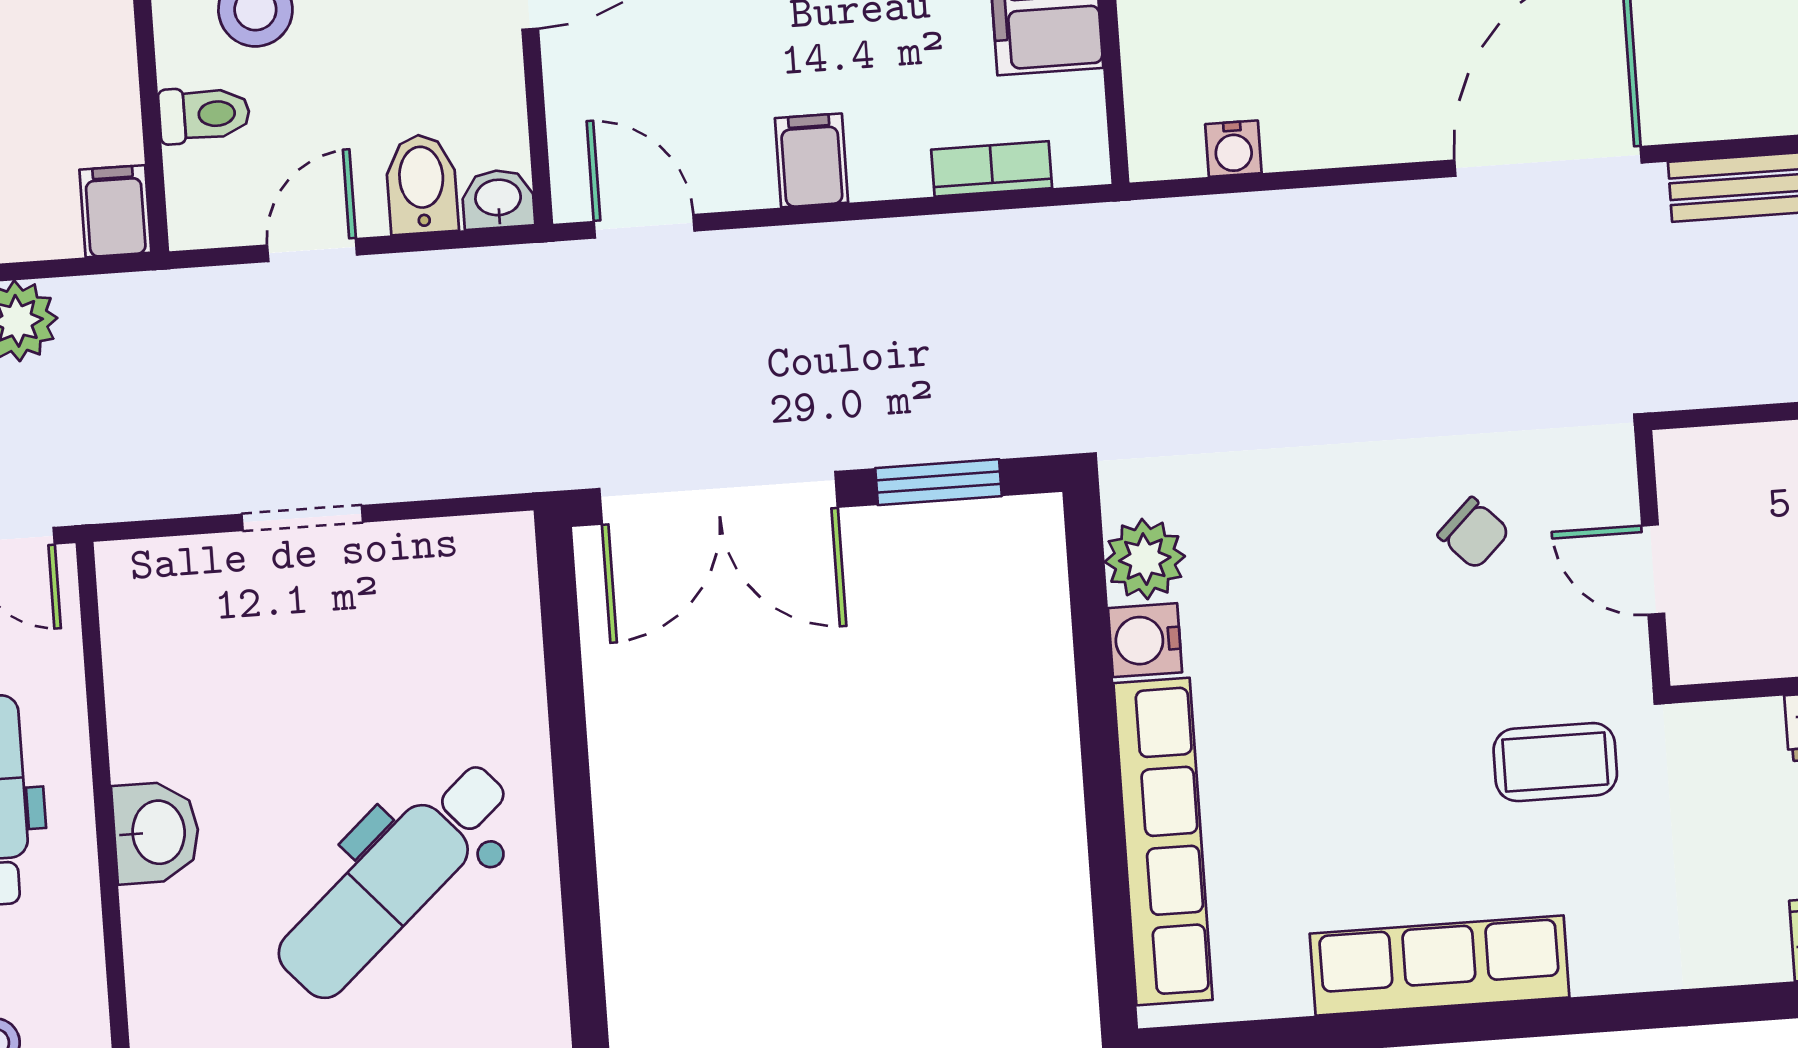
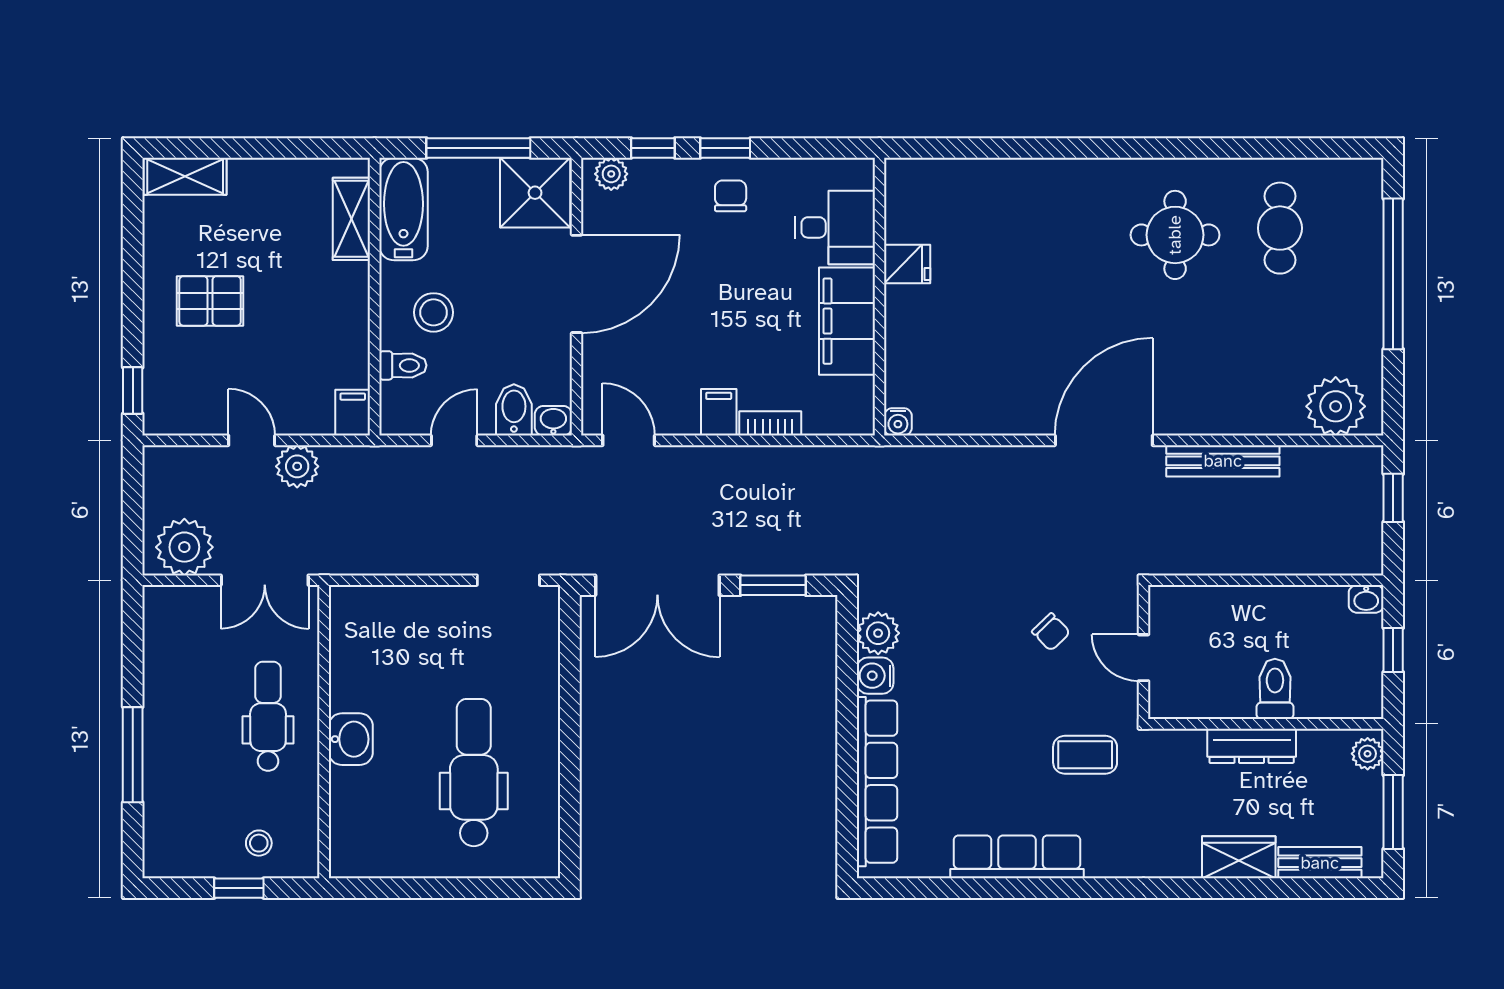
water cooler: (1233, 149) -> (898, 422), moved
bookcase: (992, 169) -> (770, 423), moved
doorway: (302, 518) -> (508, 580), moved
dental chair: (395, 879) -> (474, 773), turned 132

